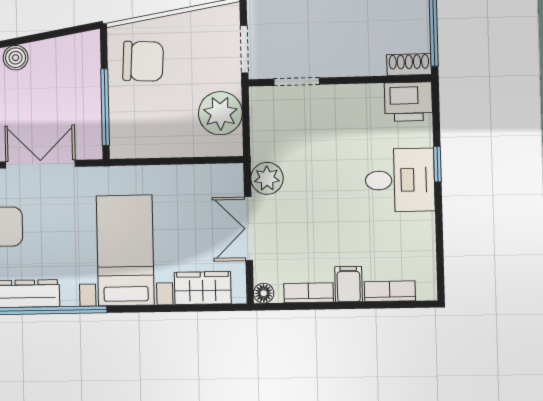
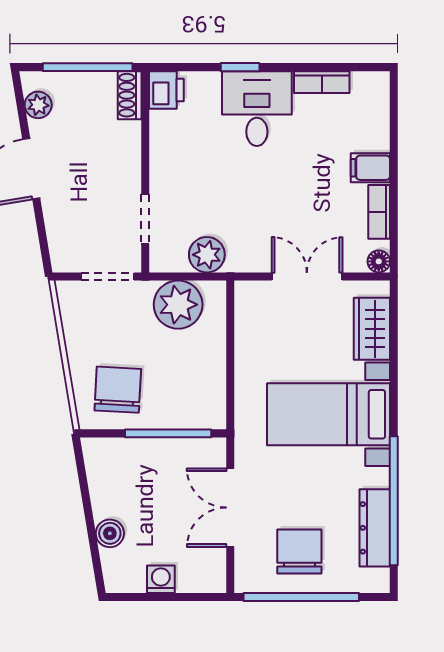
printer: (408, 102) -> (166, 90), width x0.73, depth x0.81
plant: (267, 178) -> (207, 255), moved
double door: (248, 229) -> (307, 276), swing flipped
bookcase: (390, 291) -> (322, 82), moved, turned -90

